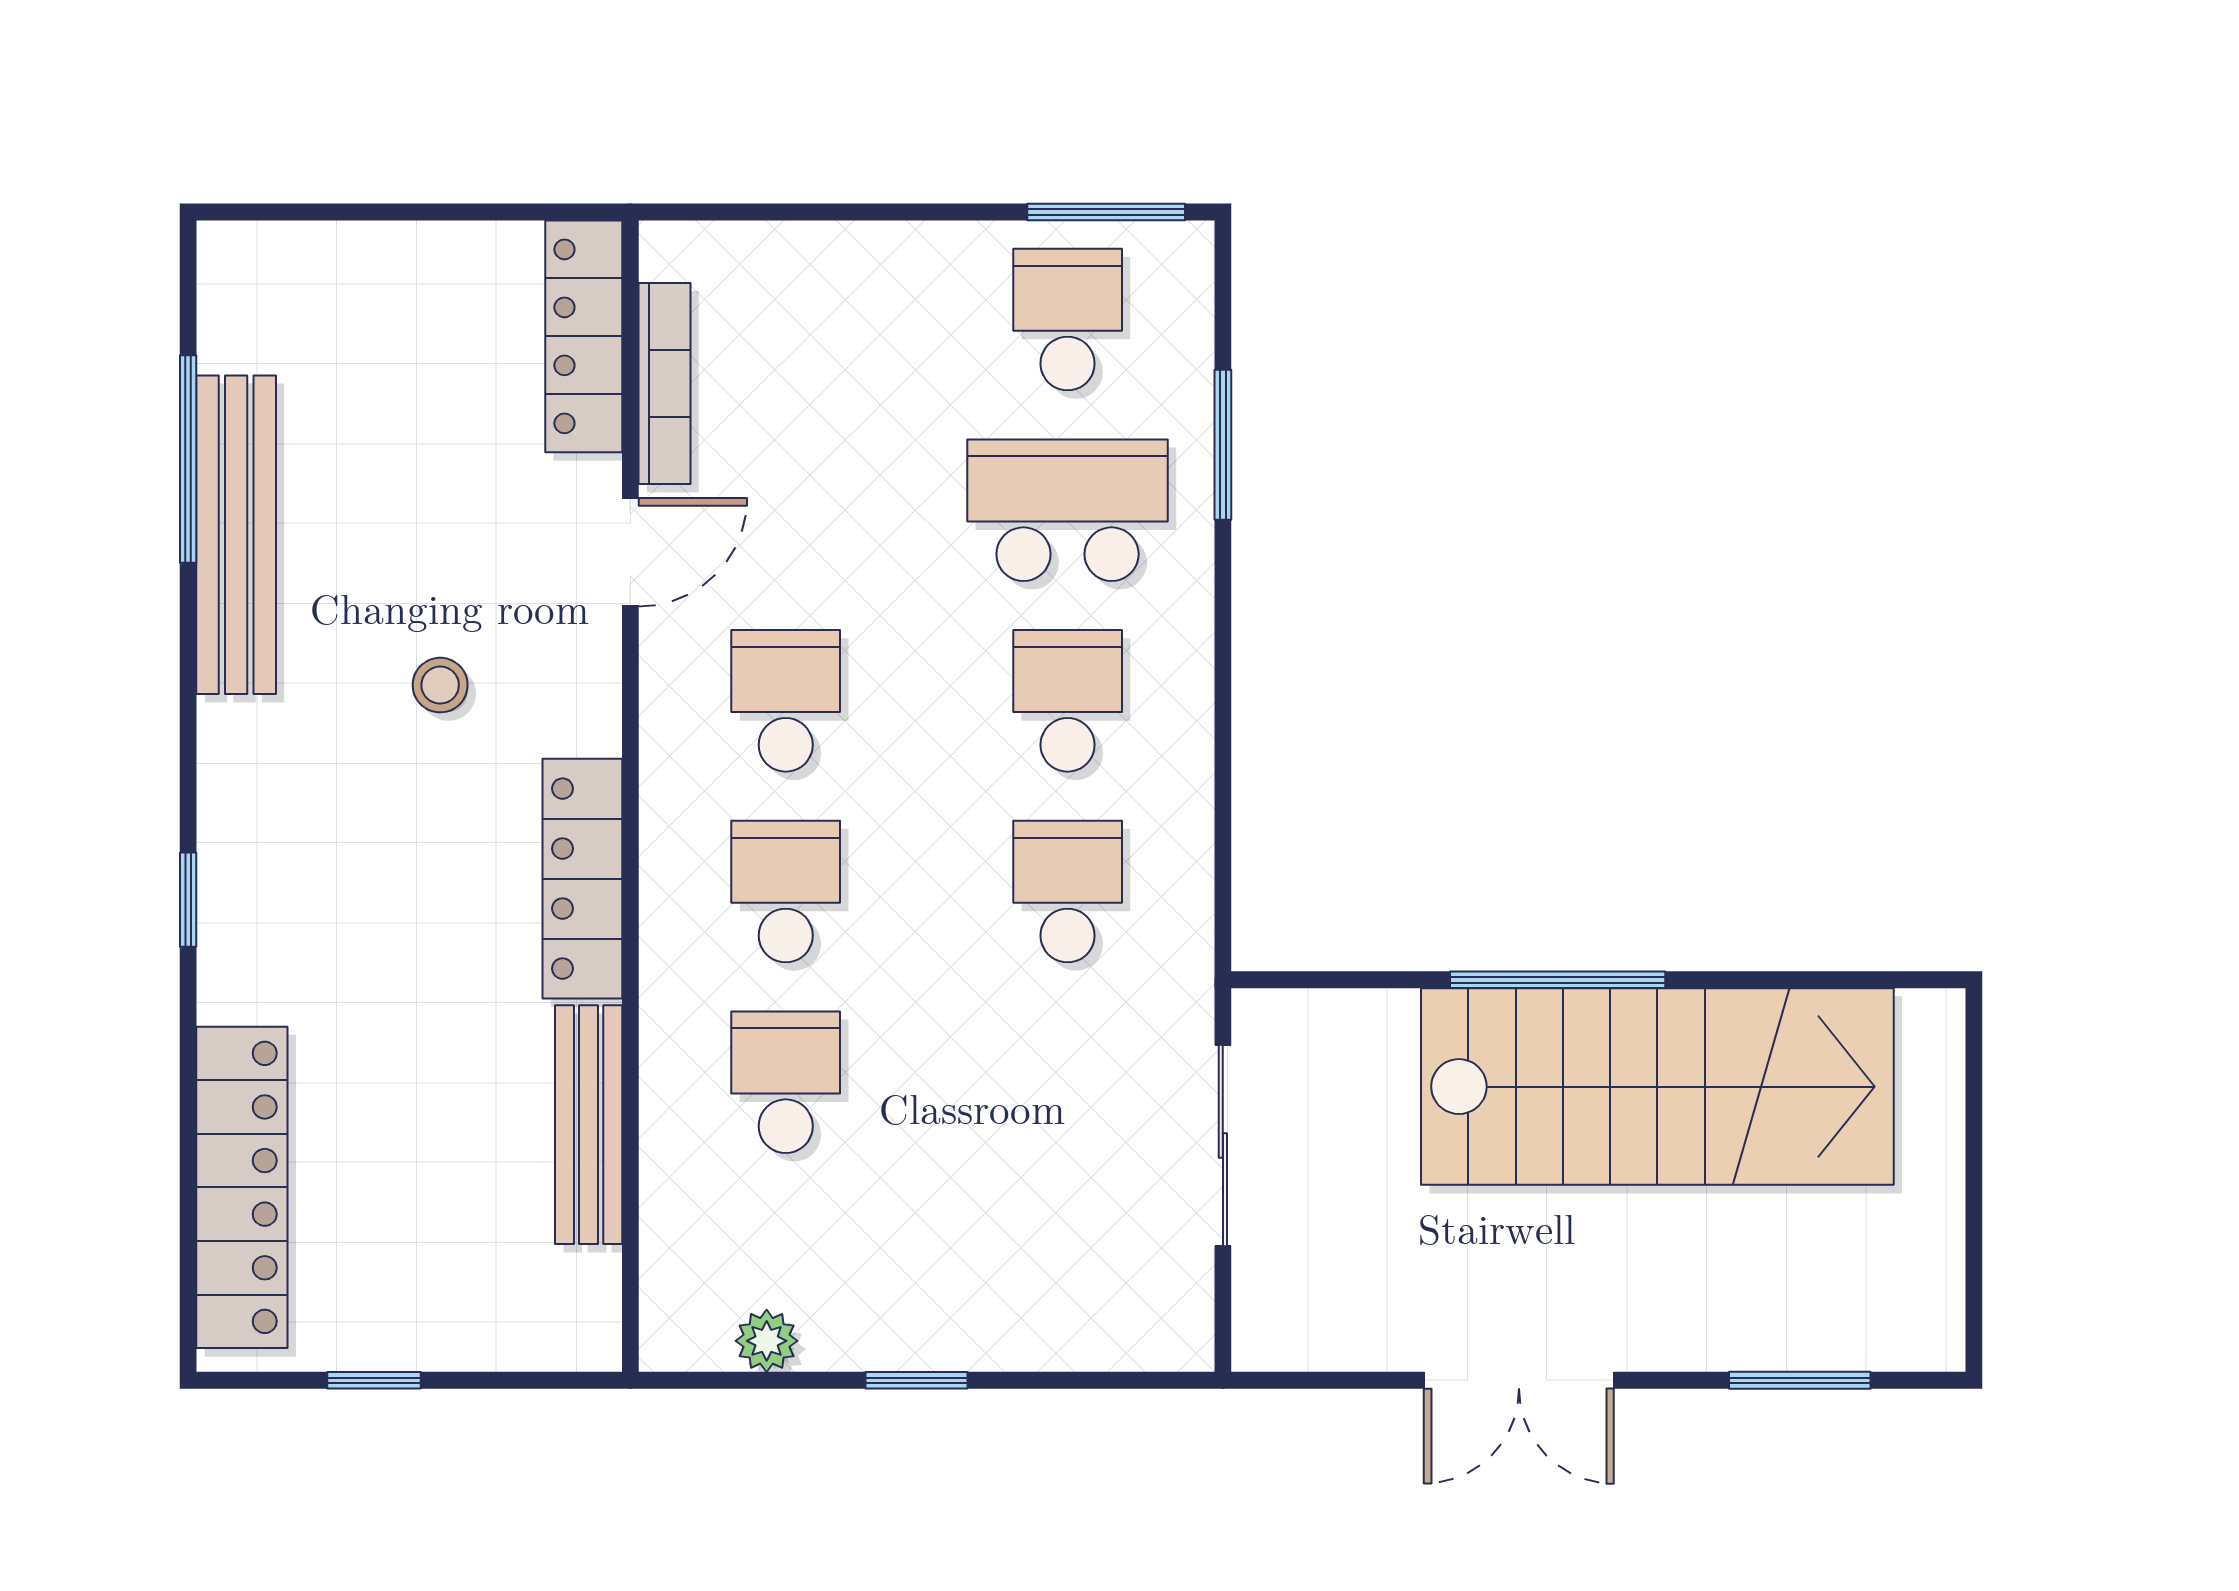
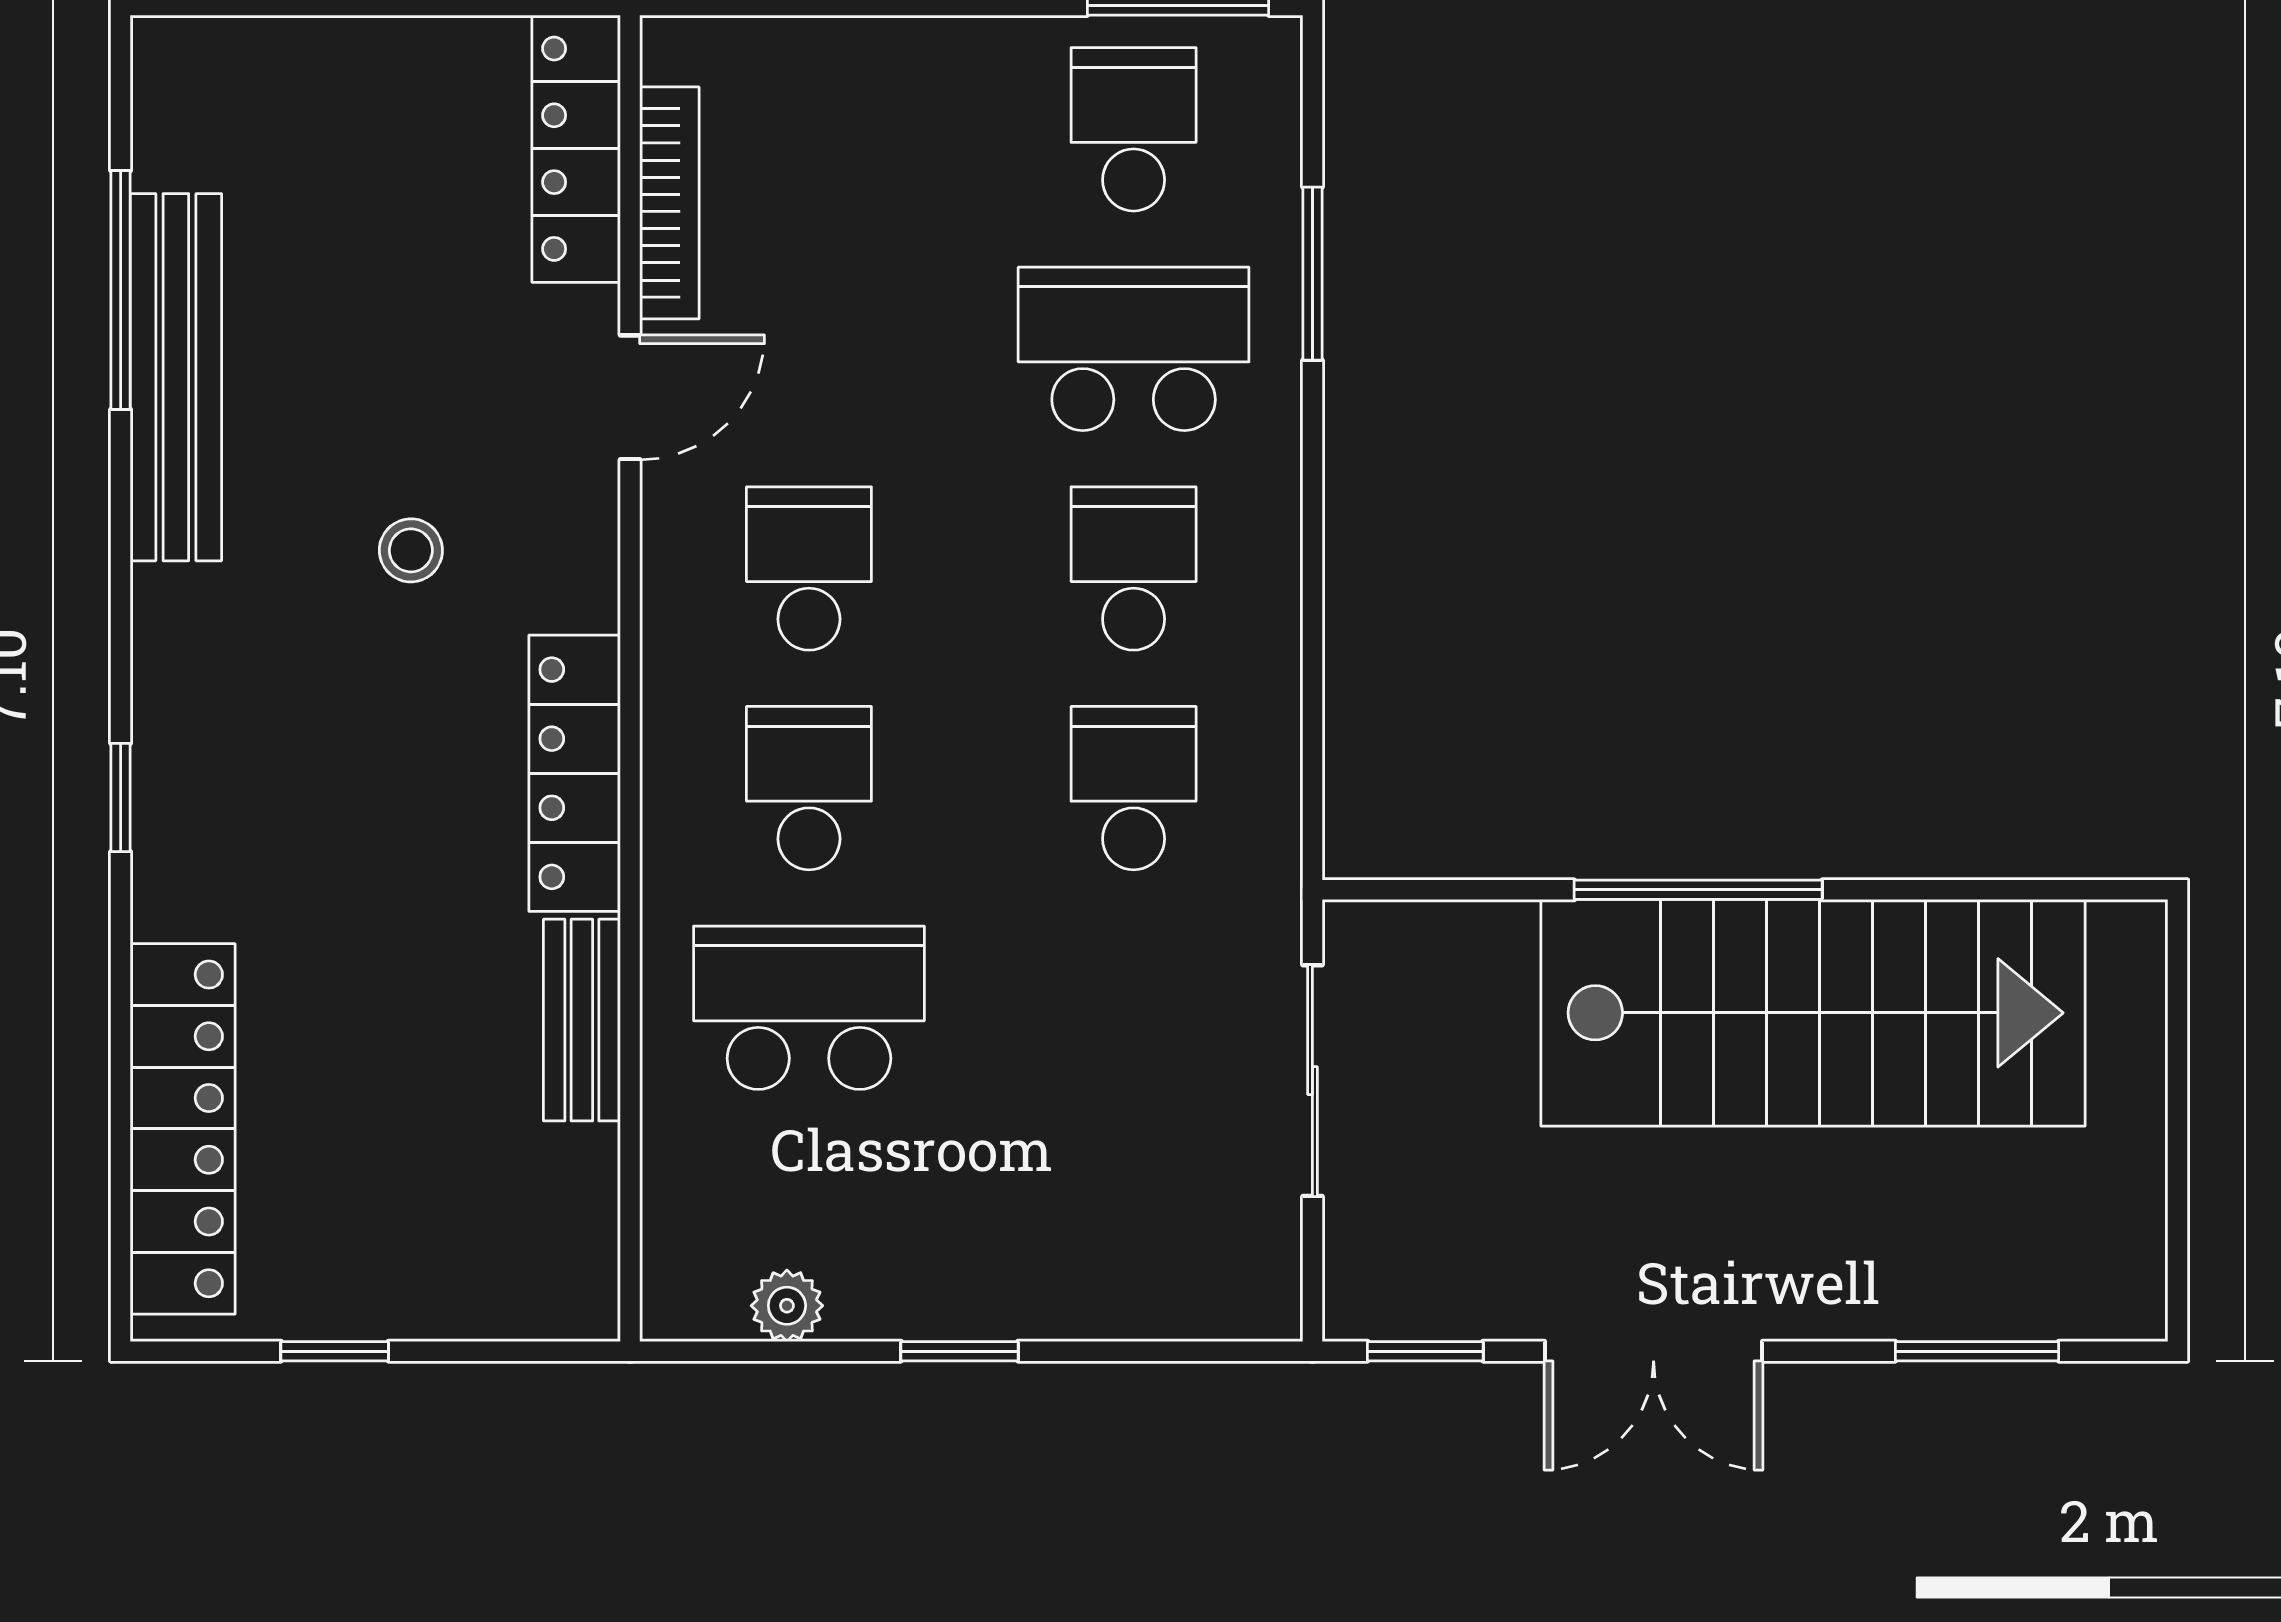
school desk: (786, 1082) -> (809, 1008), width x1.85
bench: (589, 1125) -> (582, 1020), width x0.73
window: (1321, 1380) -> (1425, 1351), added

